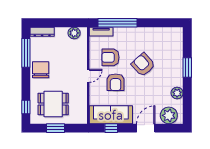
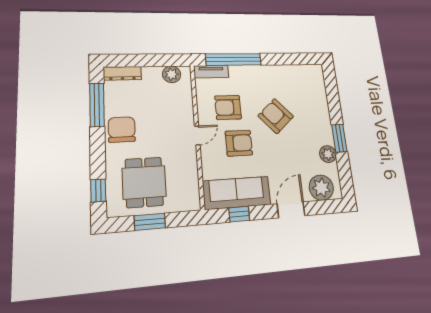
window: (187, 67) -> (339, 138), moved
armchair: (116, 82) -> (239, 143), turned -90
dining table: (53, 104) -> (144, 182), turned 90

